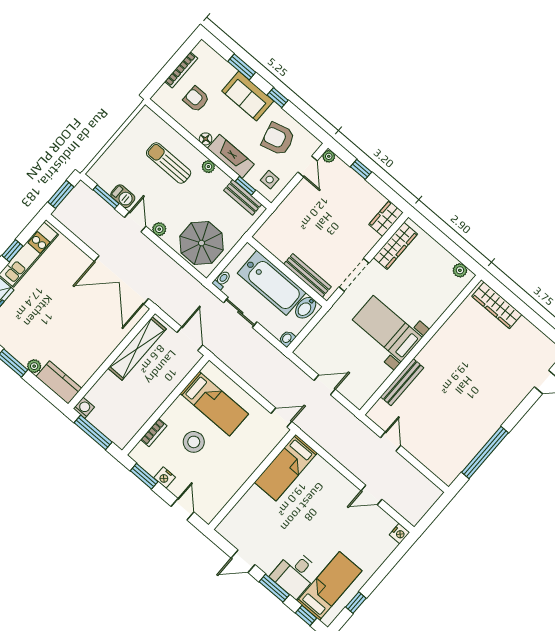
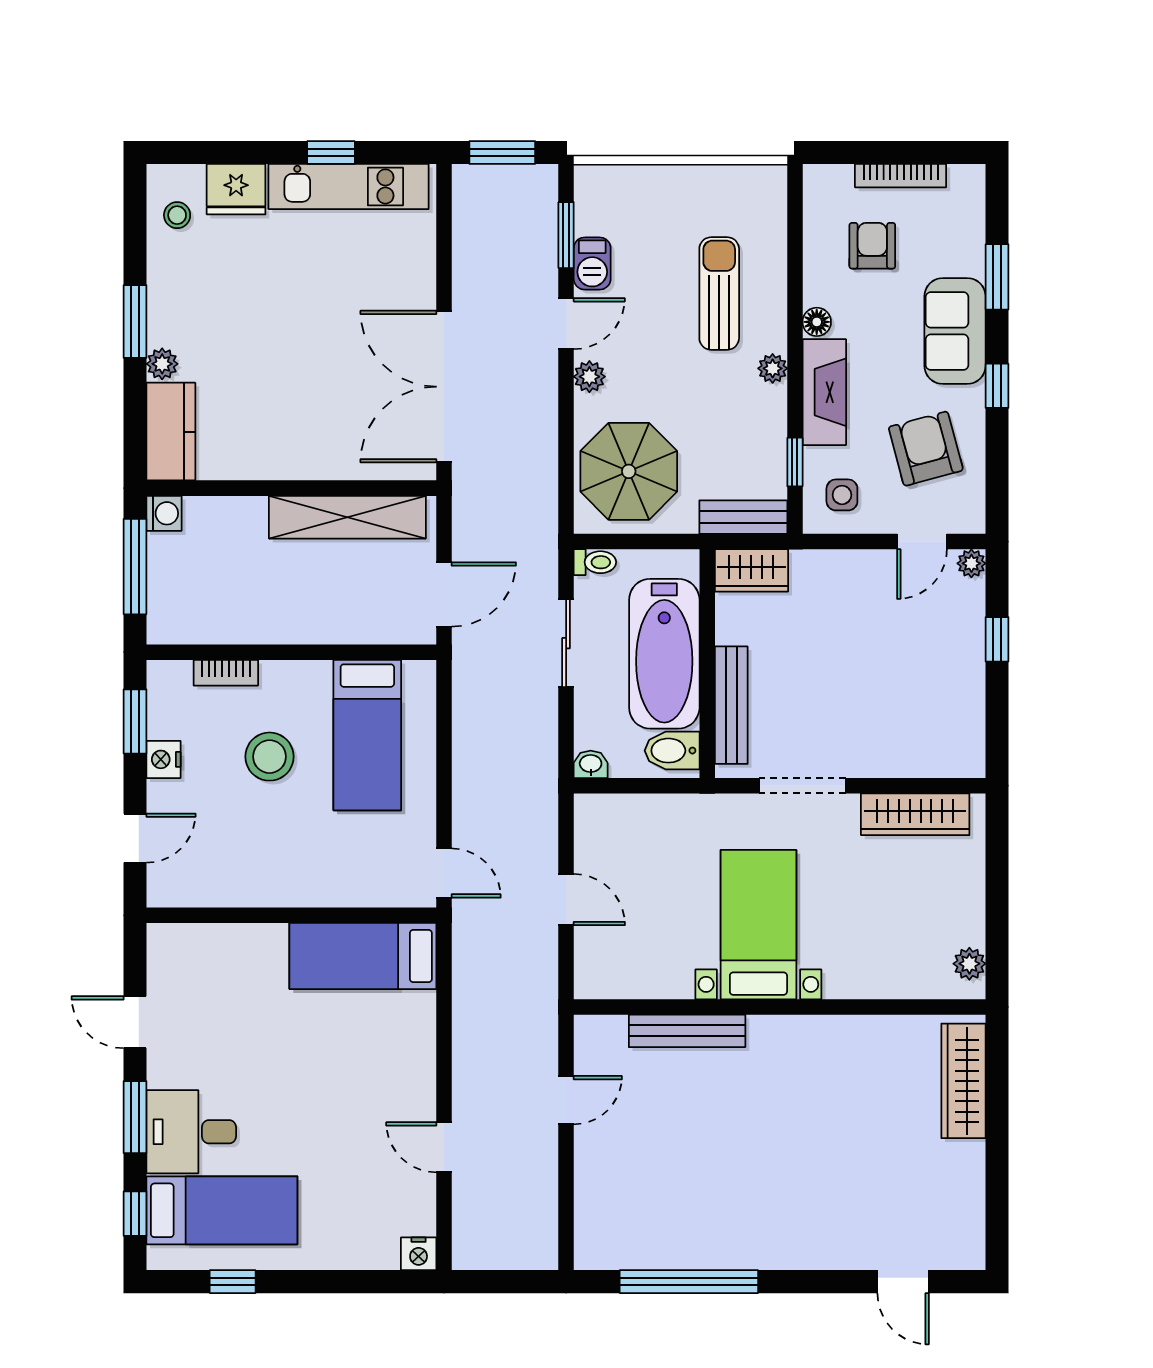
bench: (243, 197) -> (743, 517), moved, turned 90
wardrobe: (386, 218) -> (751, 570), moved, turned 180

